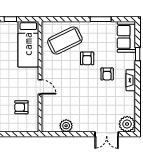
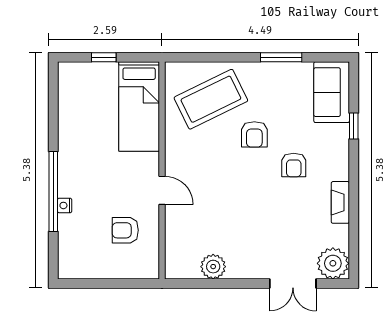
fireplace: (131, 80) -> (340, 202), moved

